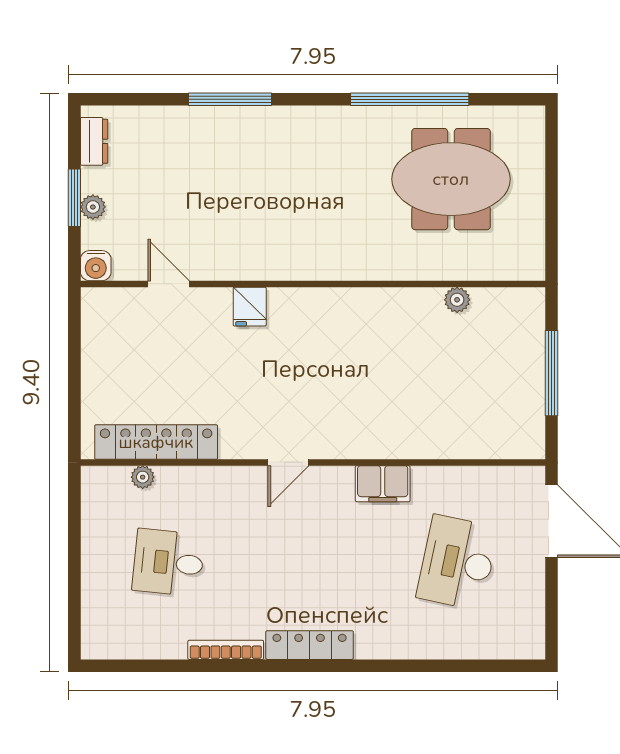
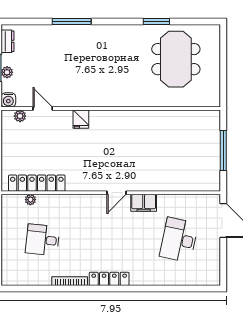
window: (410, 99) -> (156, 21), width x0.47
meeting table: (451, 179) -> (176, 59), turned 90
plant: (457, 300) -> (20, 116), moved
door: (288, 462) -> (117, 193), moved

